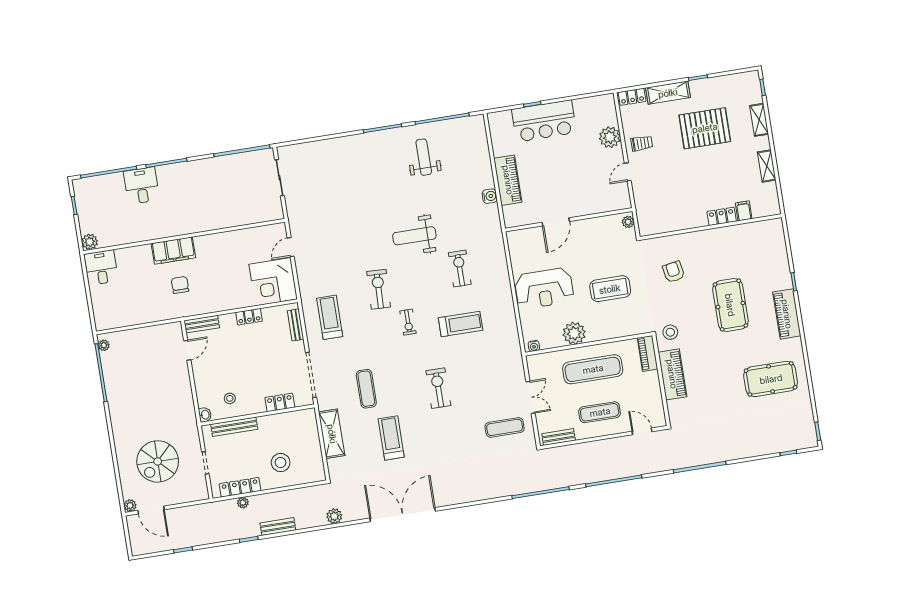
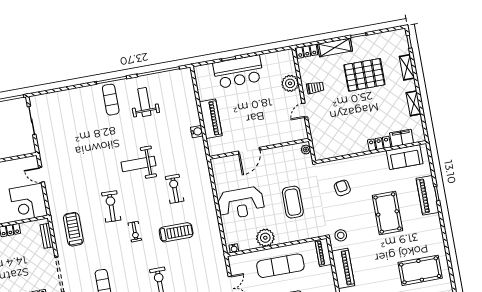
exercise mat: (381, 153) -> (111, 100), added
filing cabinet: (744, 211) -> (402, 138), width x2.00
sofa: (754, 234) -> (405, 157), added
door: (291, 247) -> (42, 175), hinge flipped
coffee table: (610, 289) -> (293, 202), turned 90
piano: (787, 314) -> (427, 195), moved

